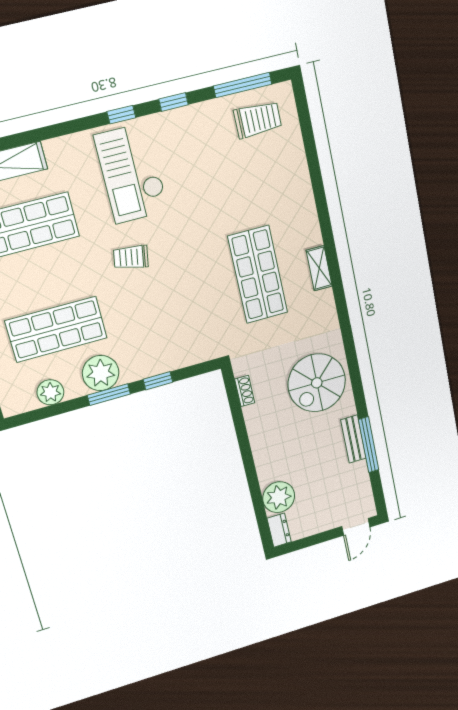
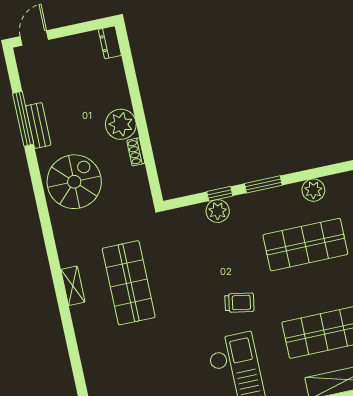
plant: (101, 373) -> (218, 211), moved, width x0.73, depth x0.73
shoe rack: (245, 391) -> (136, 152), moved
plant: (279, 497) -> (121, 124), moved

